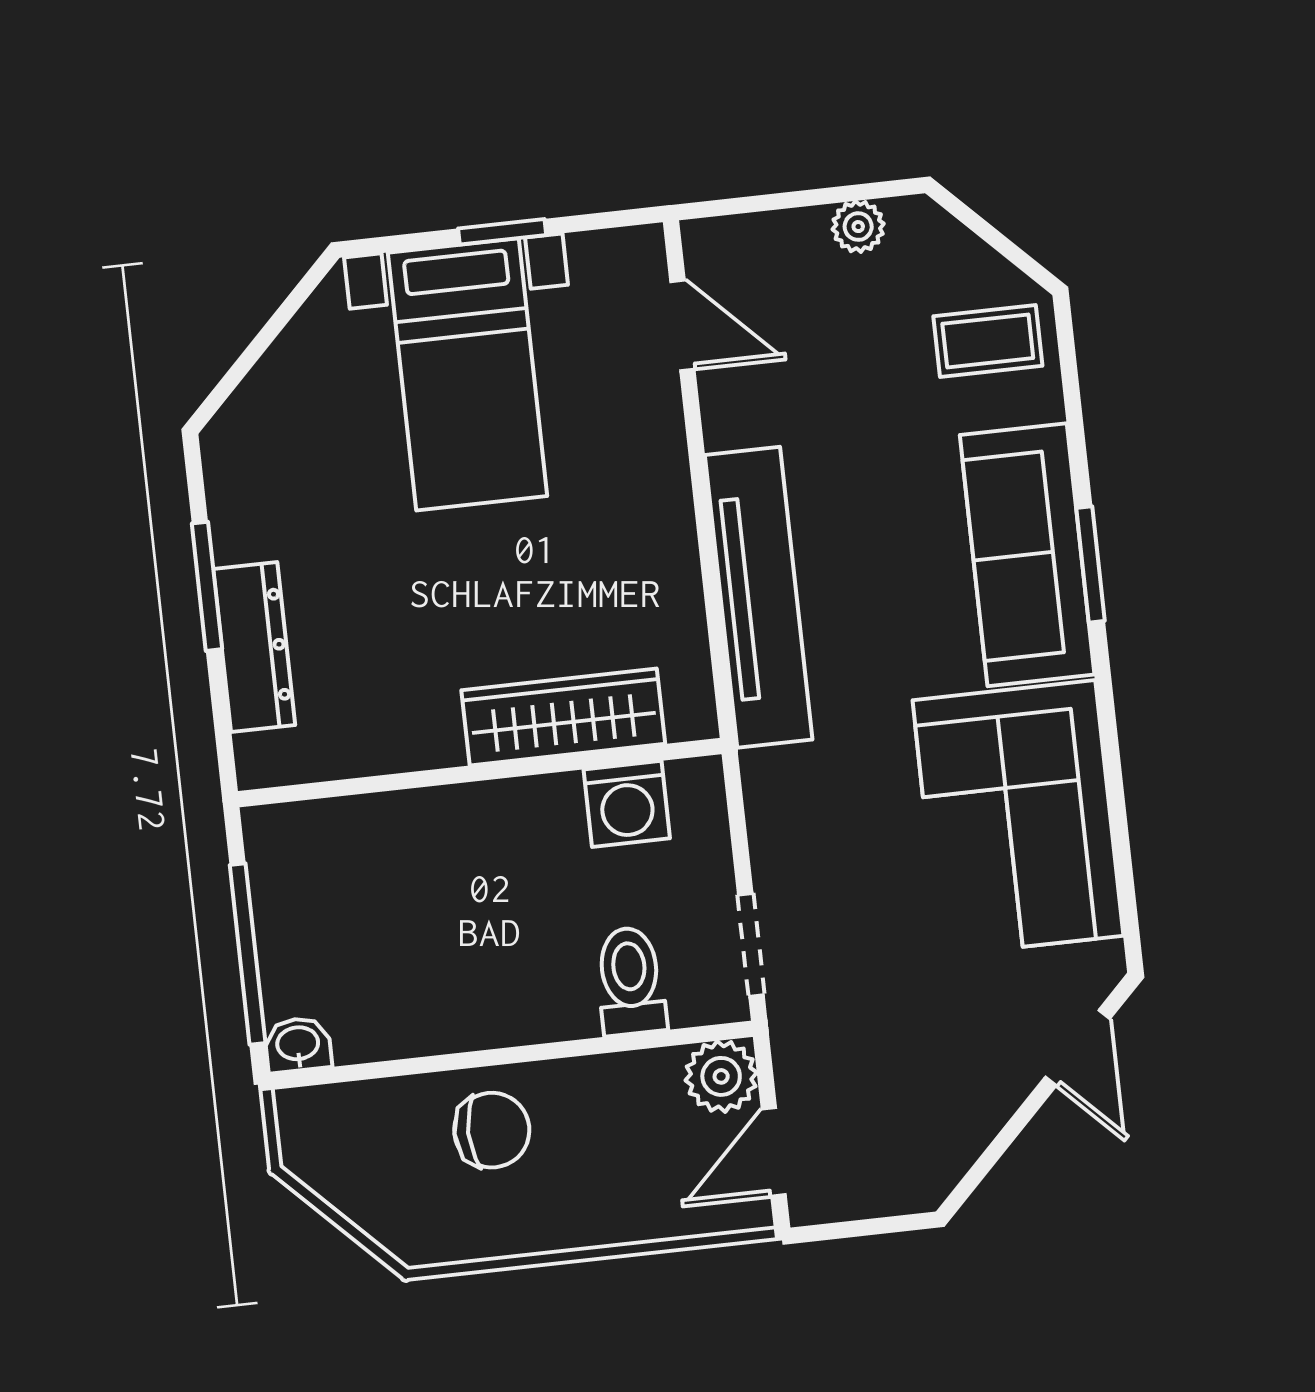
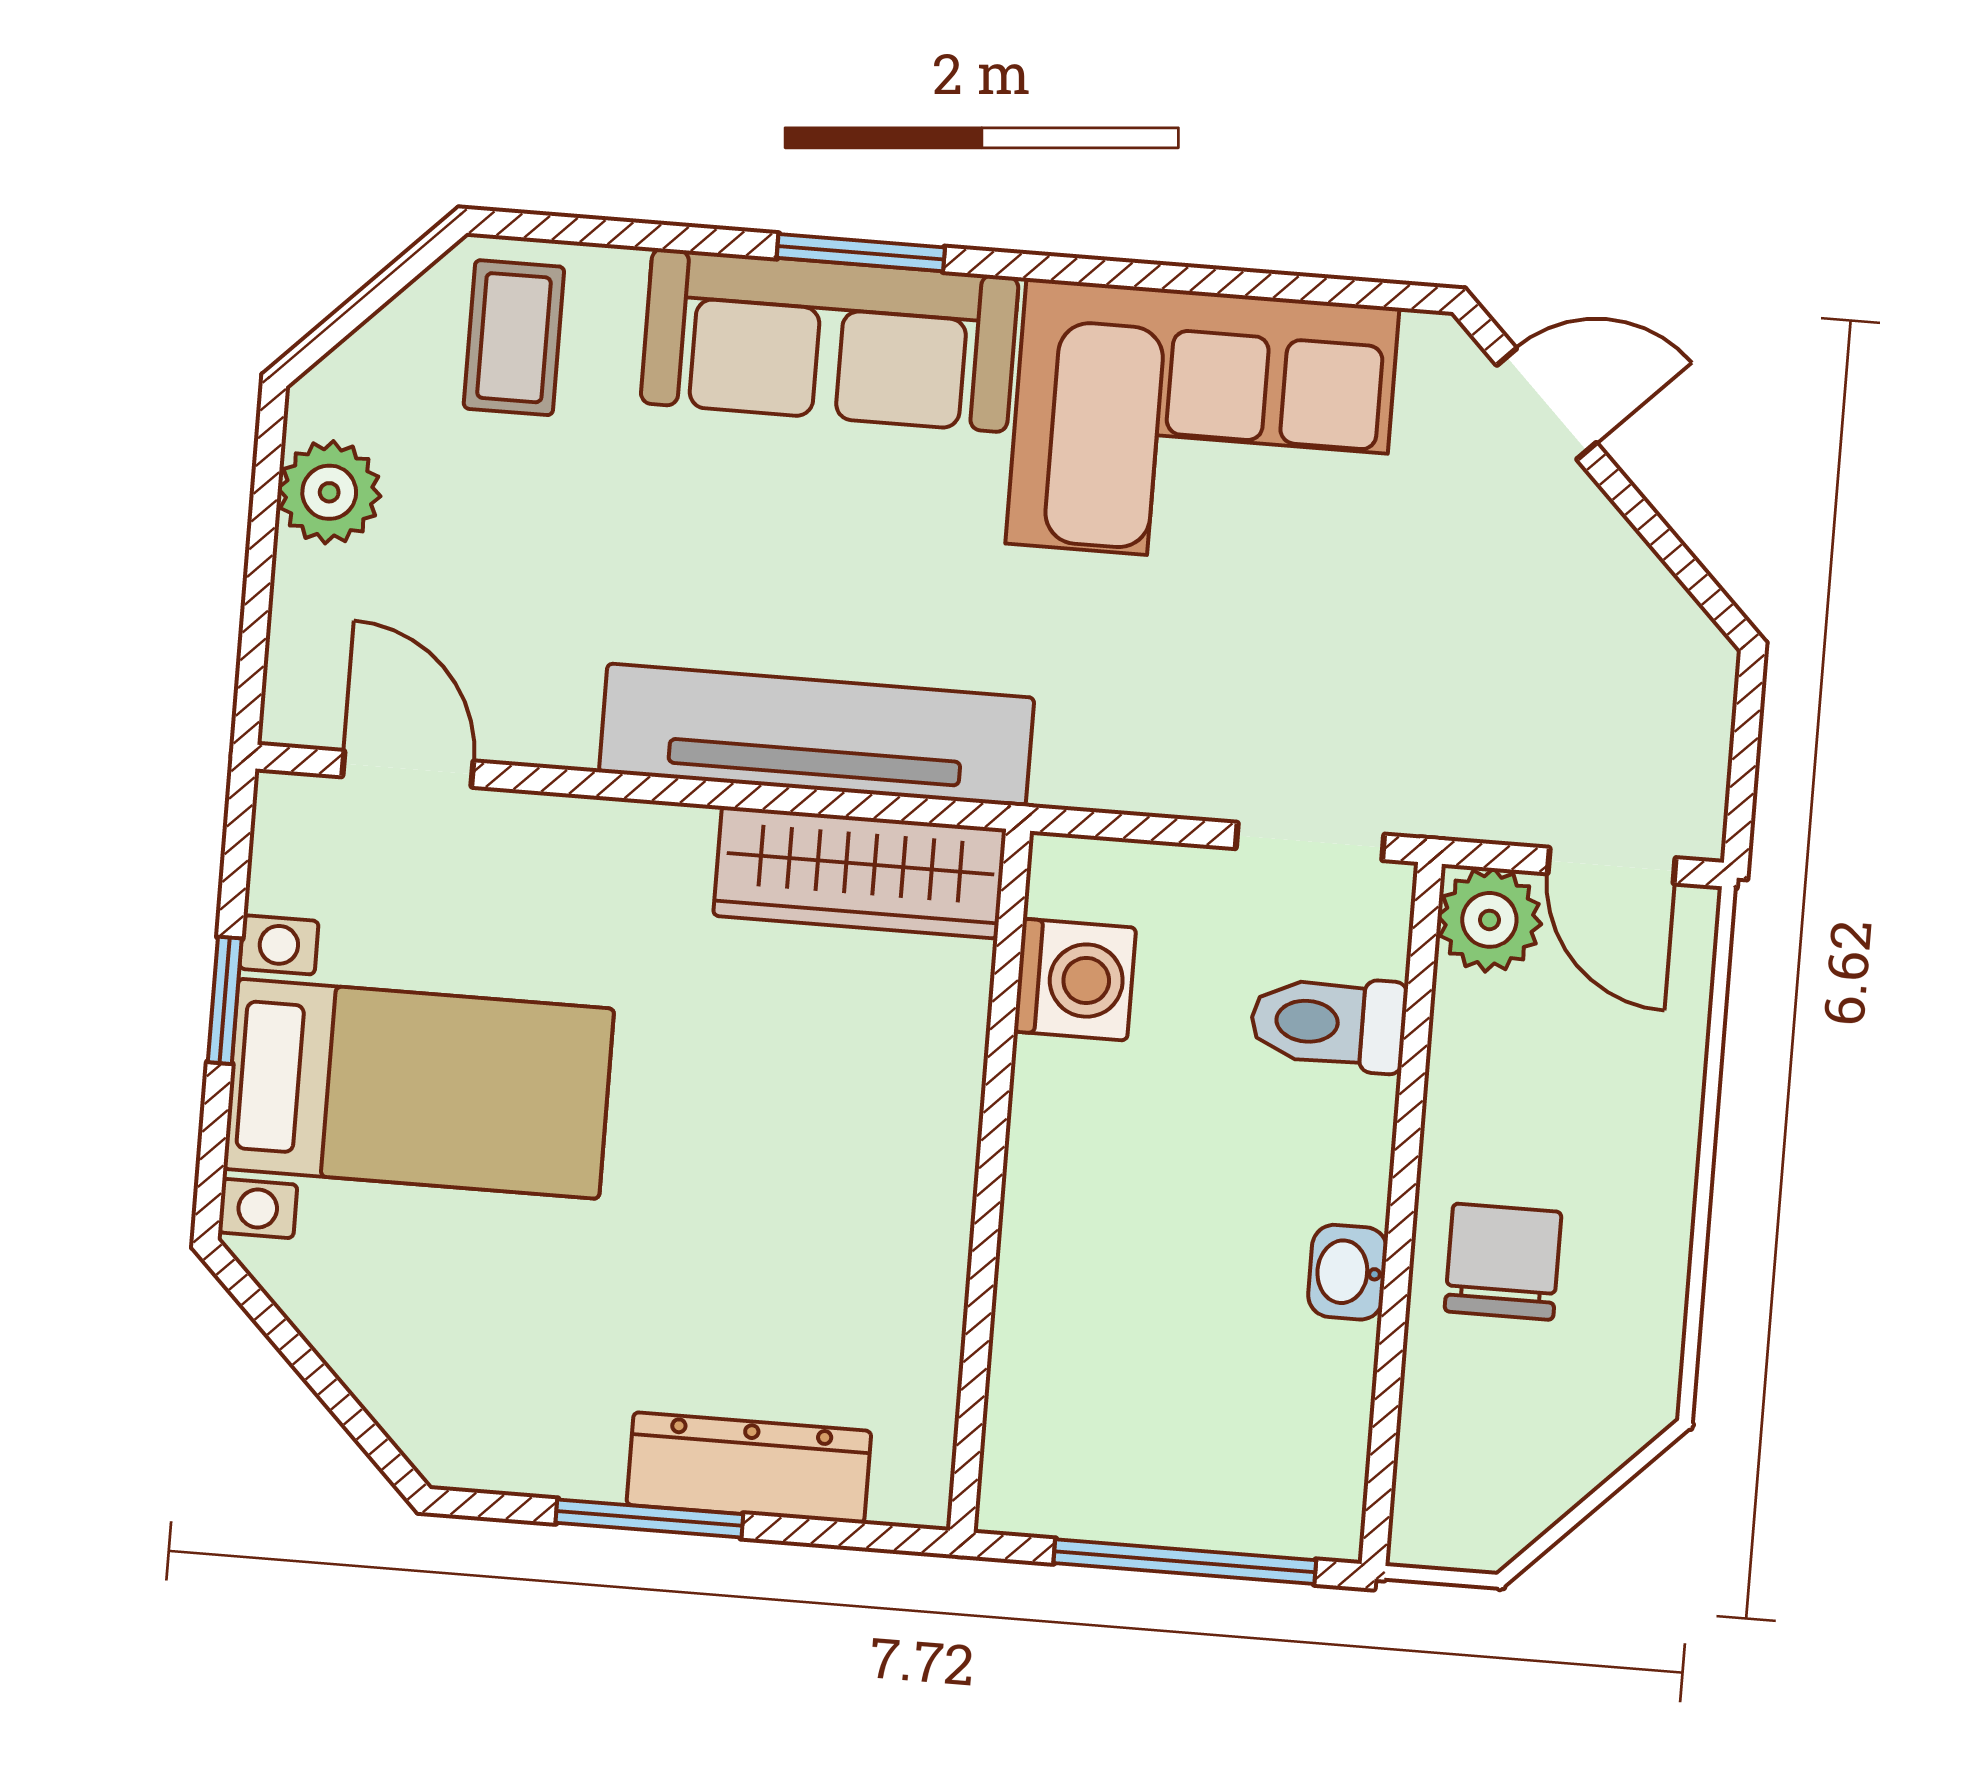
plant: (858, 227) -> (329, 492), width x1.38, depth x1.38
door: (682, 325) -> (408, 769), hinge flipped
wardrobe: (563, 717) -> (860, 872), moved, turned -90
washbasin: (298, 1045) -> (1348, 1272), moved

